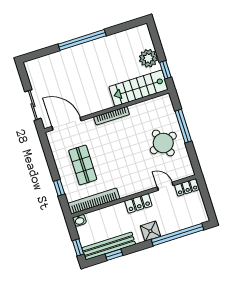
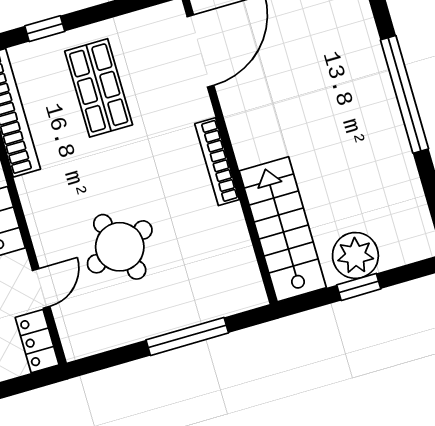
window: (165, 70) -> (359, 287), moved
round table: (163, 143) -> (120, 247), moved
shop shelf: (83, 165) -> (99, 88), turned 90

